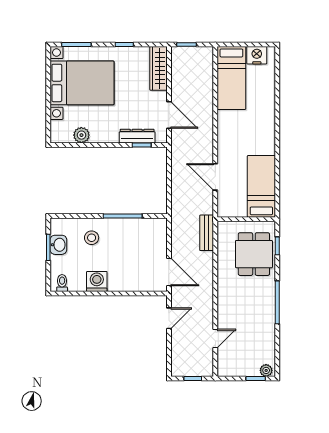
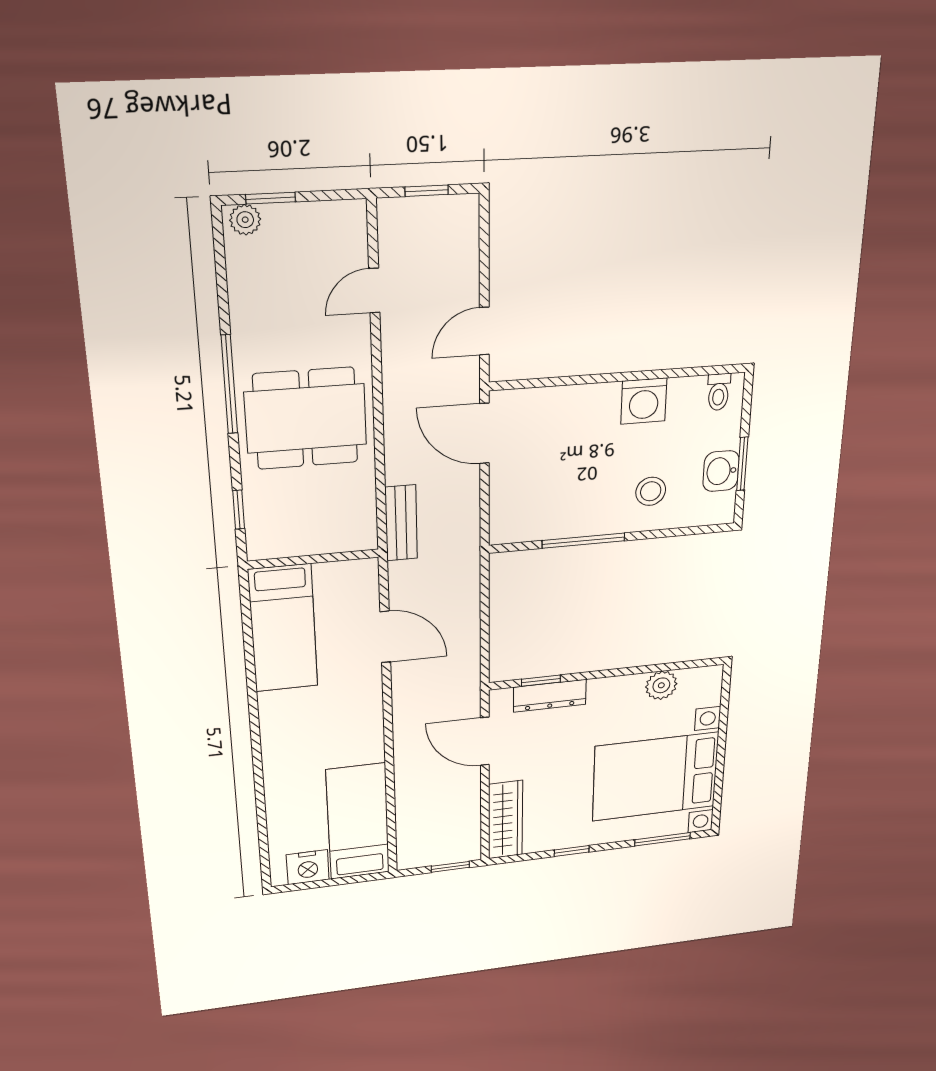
dining table: (254, 254) -> (306, 418), moved, width x1.38

